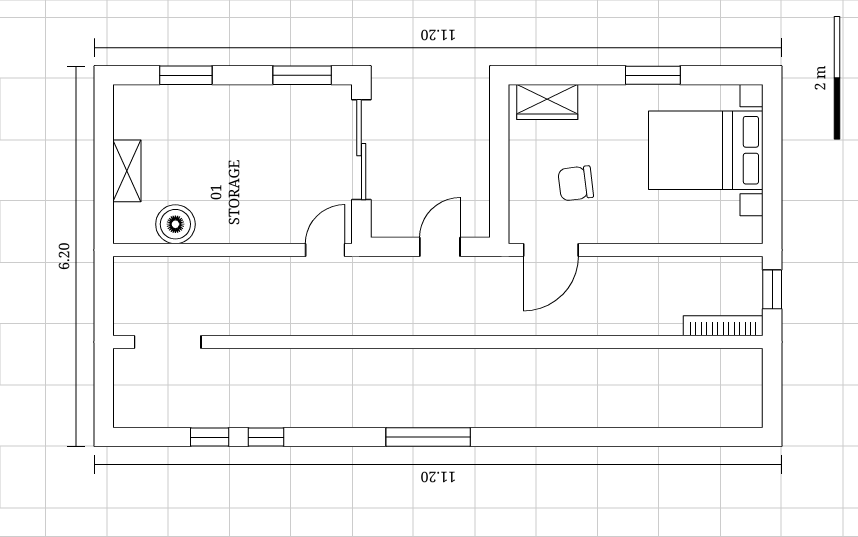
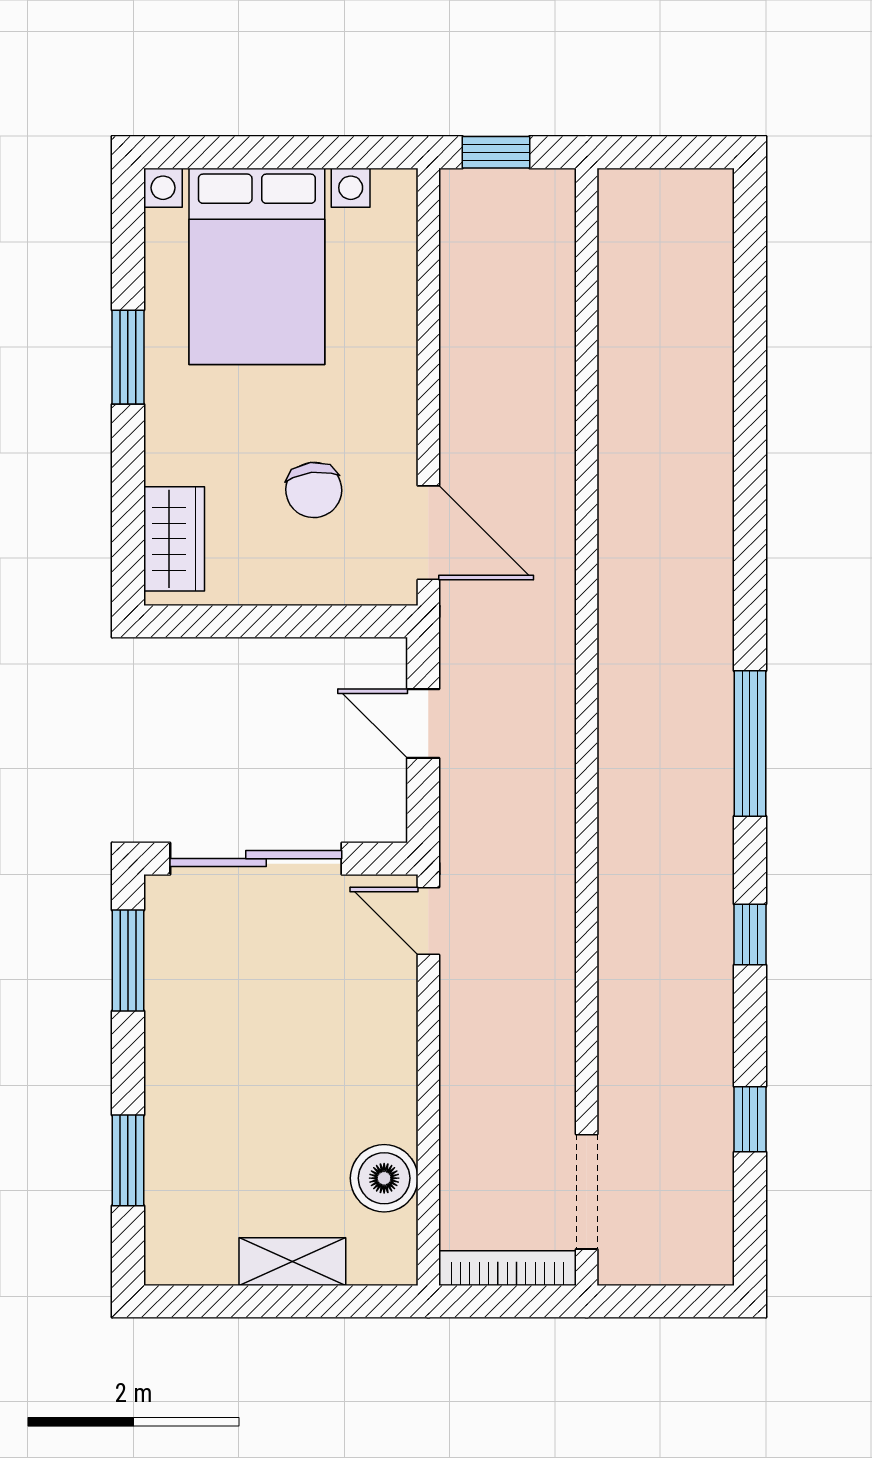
bookcase: (723, 326) -> (507, 1268), moved, turned 90
window: (266, 437) -> (750, 934), moved

